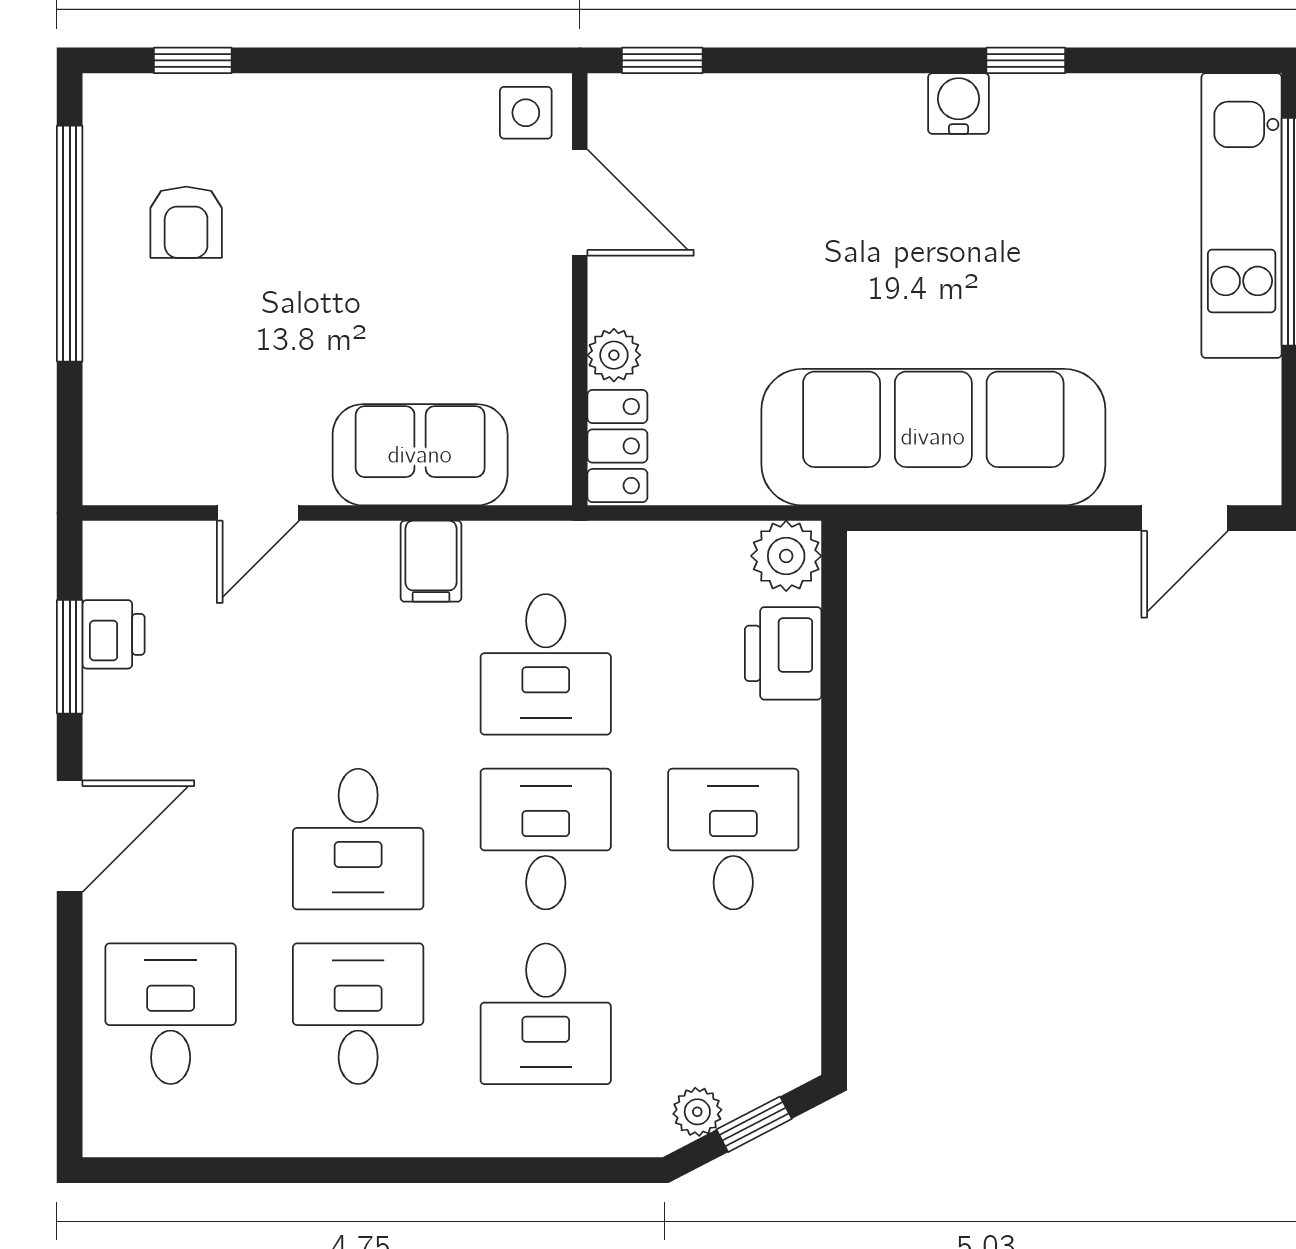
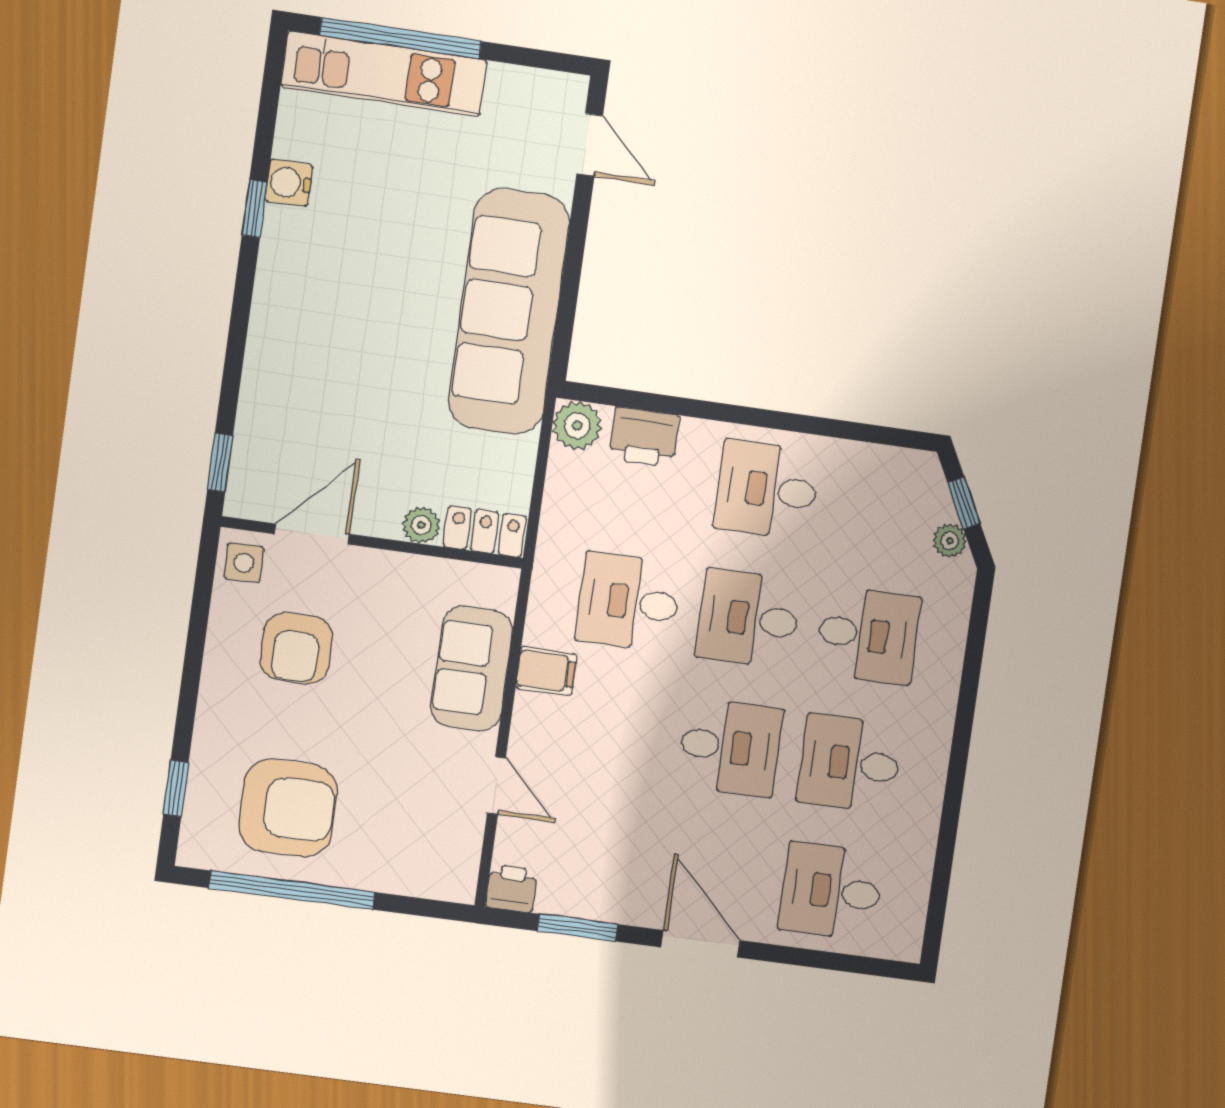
water cooler: (959, 104) -> (289, 183), moved
armchair: (415, 203) -> (296, 648), added
armchair: (186, 222) -> (288, 808), width x1.88, depth x1.88
printer: (114, 634) -> (511, 888), moved
desk: (546, 664) -> (629, 602), turned 180

